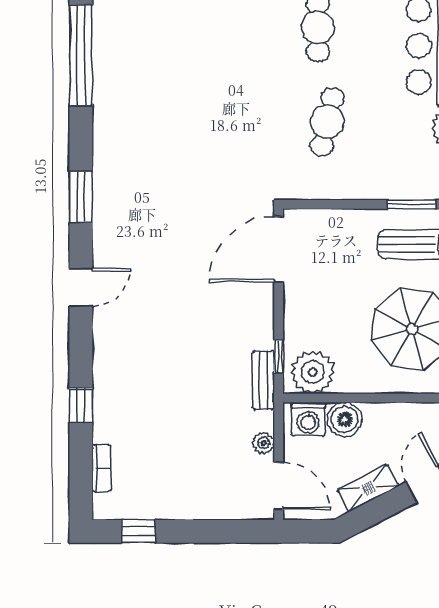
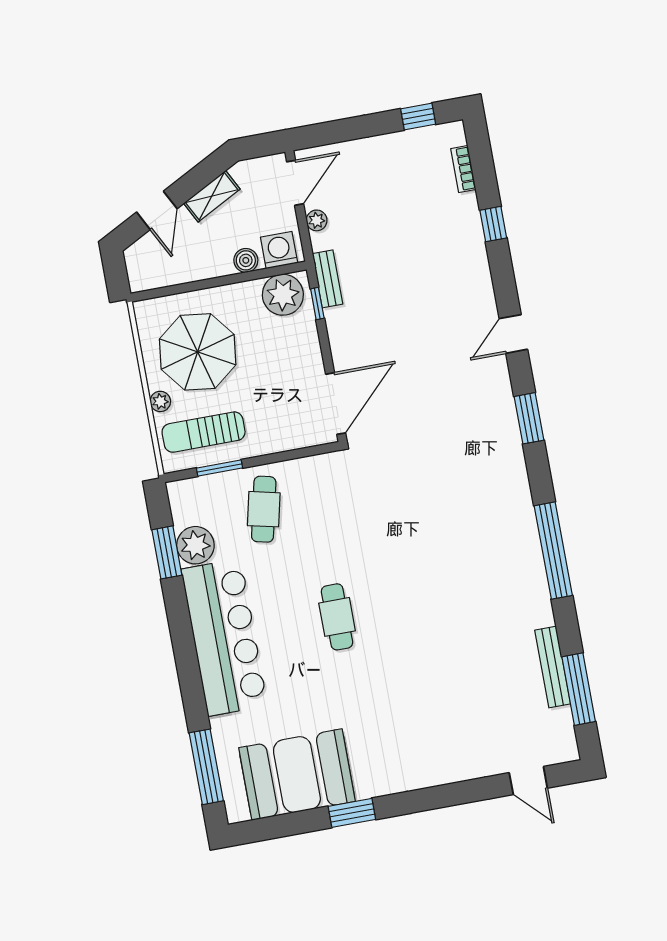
cafe table: (327, 122) -> (264, 509), moved
boiler: (345, 419) -> (246, 260), width x0.73, depth x0.73
door: (279, 486) -> (295, 183), swing flipped

